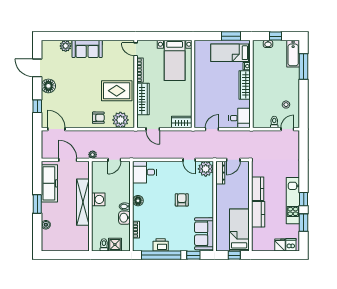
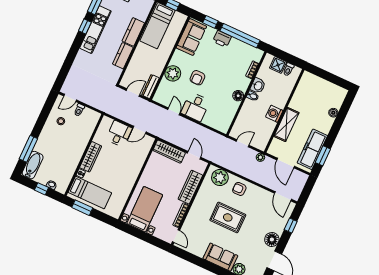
rug: (117, 91) -> (228, 217), moved
desk: (240, 118) -> (119, 134), moved, turned 90
wardrobe: (182, 122) -> (169, 152), width x1.50
plant: (206, 169) -> (173, 73), moved
desk: (144, 172) -> (195, 107), moved, turned 90
shelving: (83, 202) -> (286, 124), width x0.68
window: (37, 204) -> (323, 156), moved
printer: (161, 245) -> (222, 39), moved

